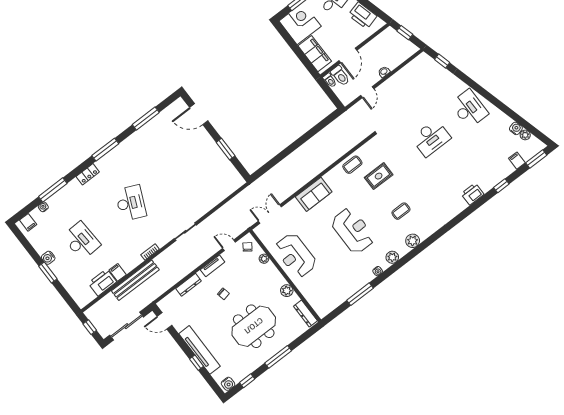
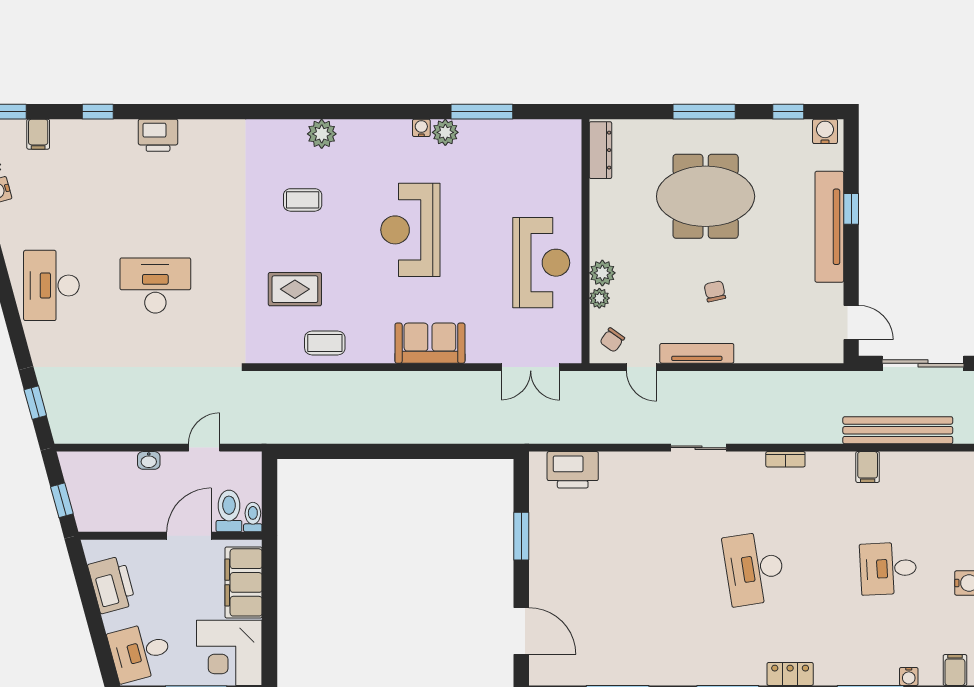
desk: (131, 203) -> (754, 569), turned -33
desk: (81, 241) -> (888, 569), width x0.73
plant: (392, 257) -> (445, 132), moved
tv unit: (213, 266) -> (697, 353), width x1.41
bench: (135, 280) -> (898, 430), moved
printer: (102, 282) -> (573, 470), moved
dresser: (188, 285) -> (763, 353), removed
plant: (287, 291) -> (602, 273), moved

